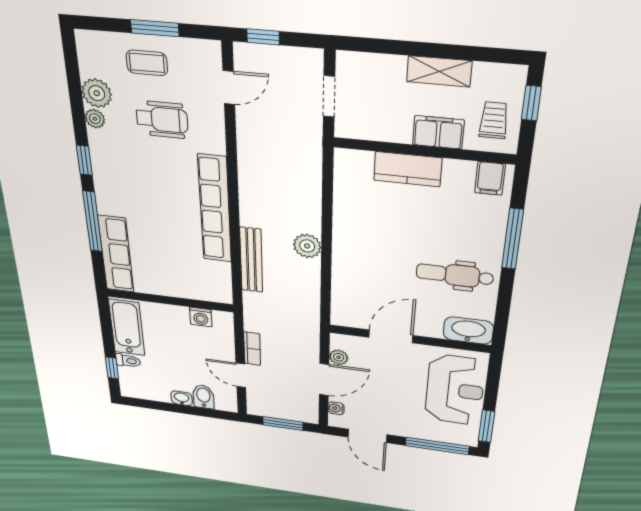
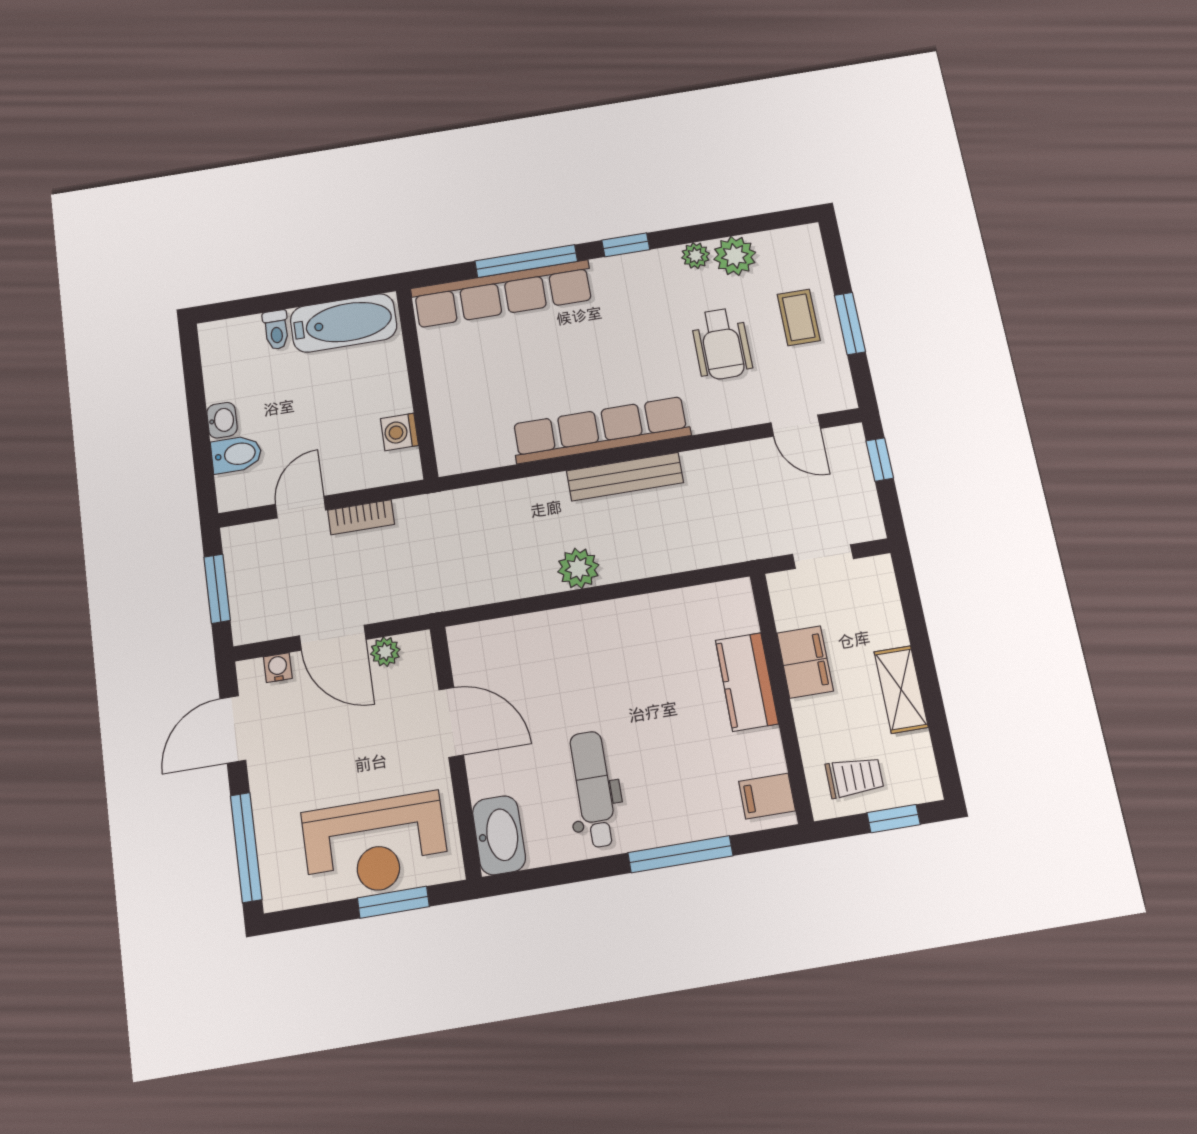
filing cabinet: (438, 132) -> (805, 662), moved
row of seats: (116, 254) -> (502, 294), width x1.36
bench: (251, 260) -> (625, 477), moved
window: (112, 368) -> (253, 306), removed
window: (487, 426) -> (393, 902), moved

